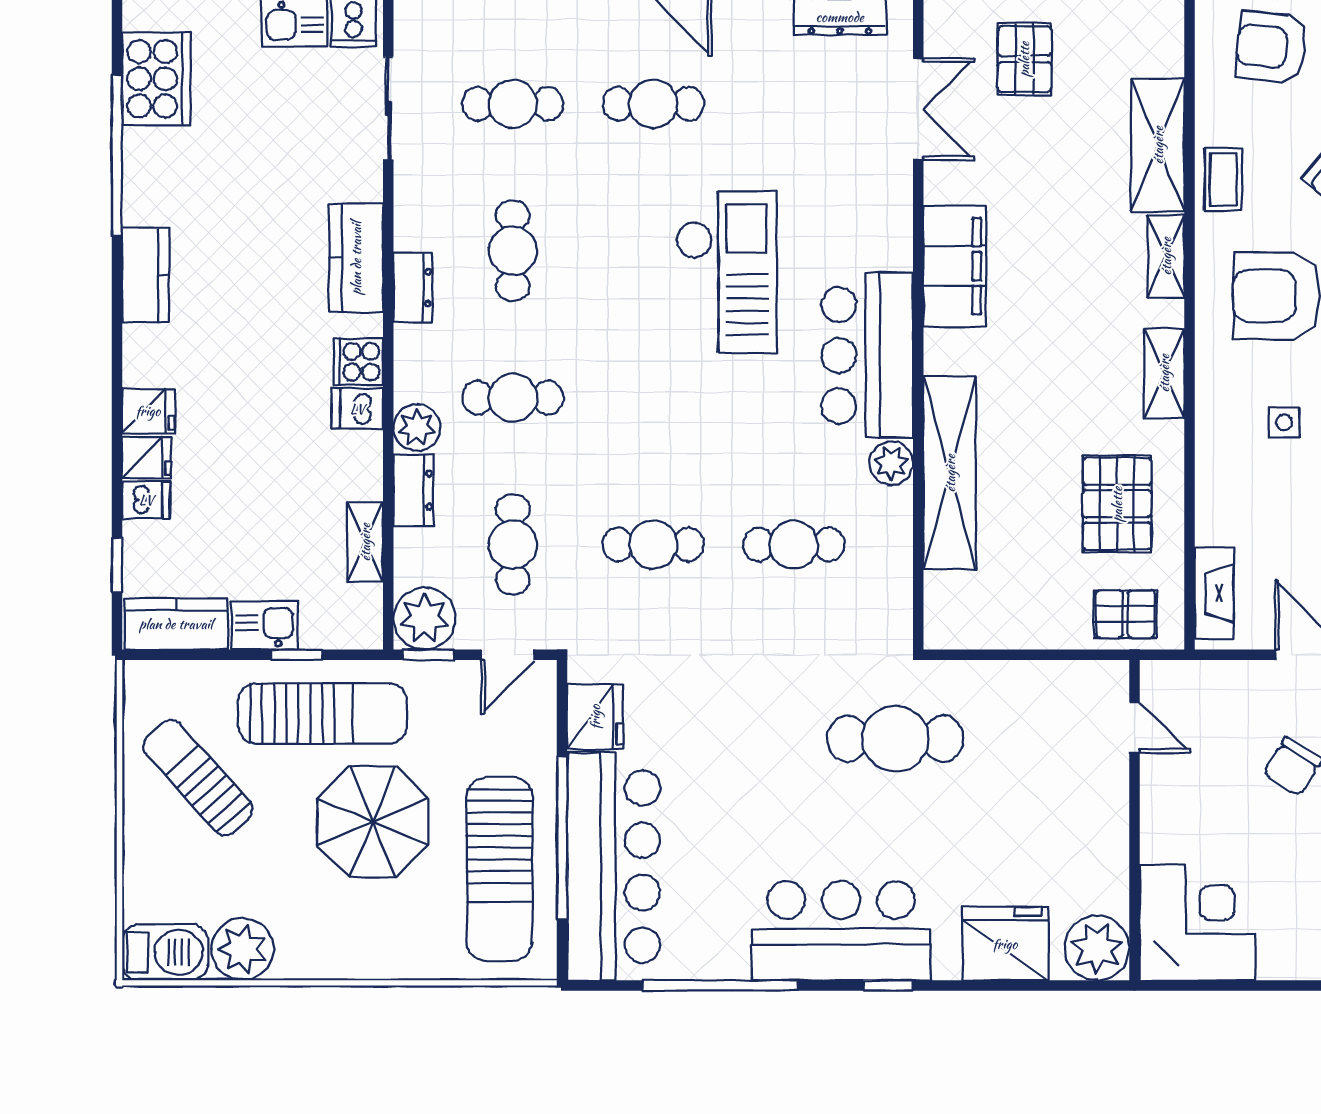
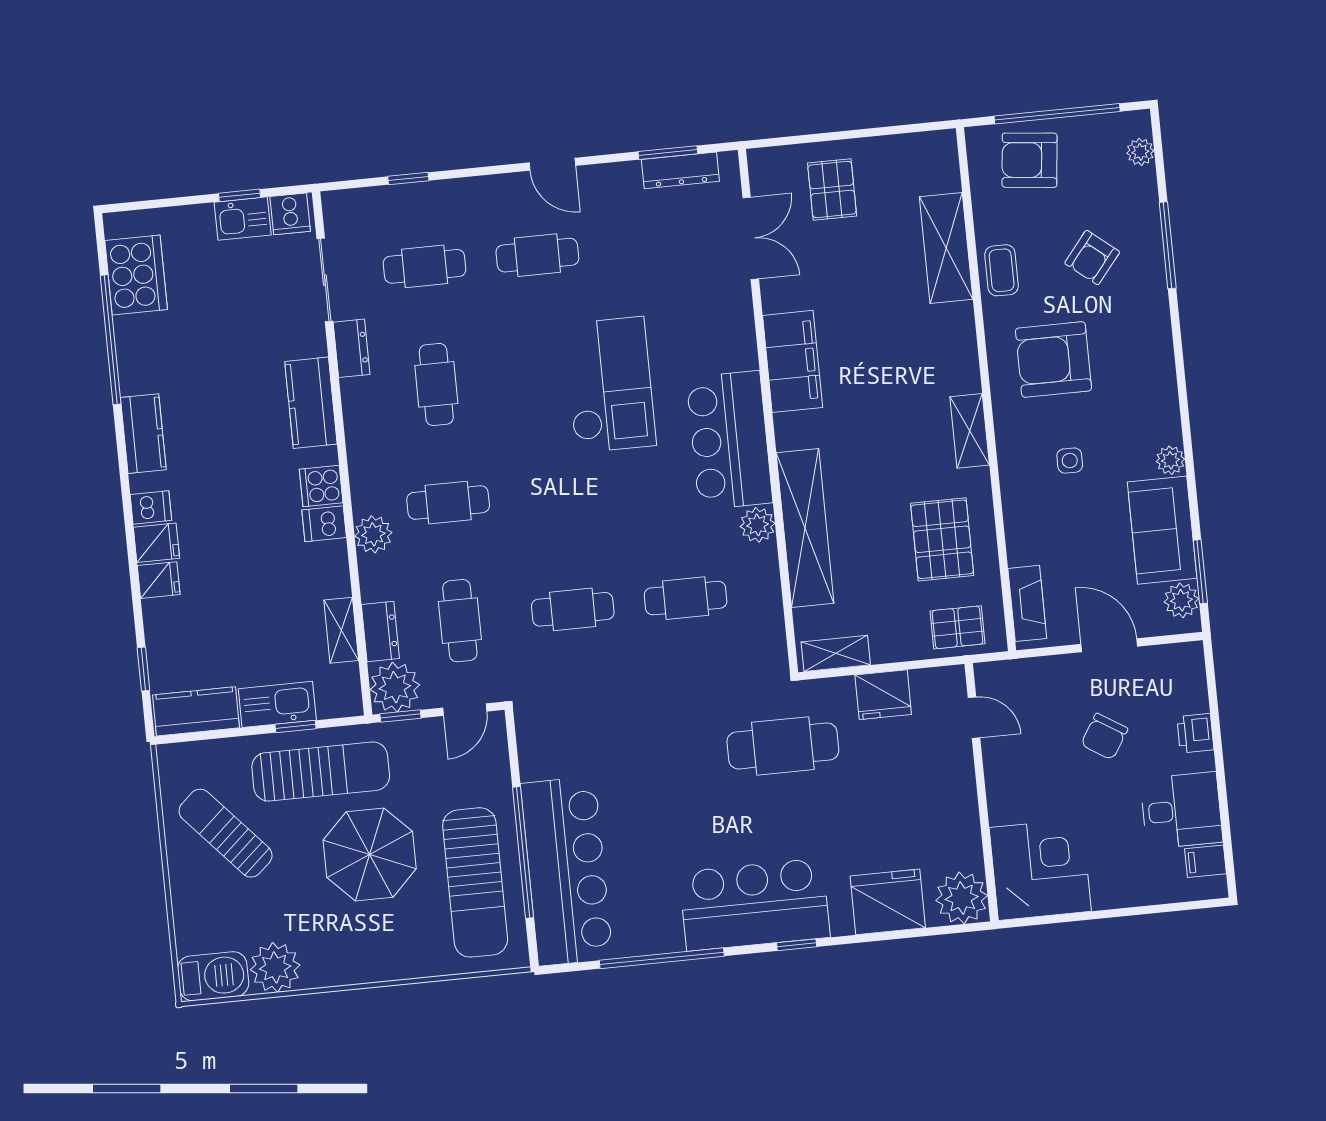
shelving: (1166, 256) -> (836, 653), moved, turned 90
dresser: (413, 288) -> (352, 348), moved
dresser: (413, 490) -> (380, 632), moved
dishwasher: (146, 500) -> (151, 507), moved
kitchen sink: (265, 625) -> (277, 704), width x1.38
fridge: (595, 717) -> (883, 695), moved, turned 90

